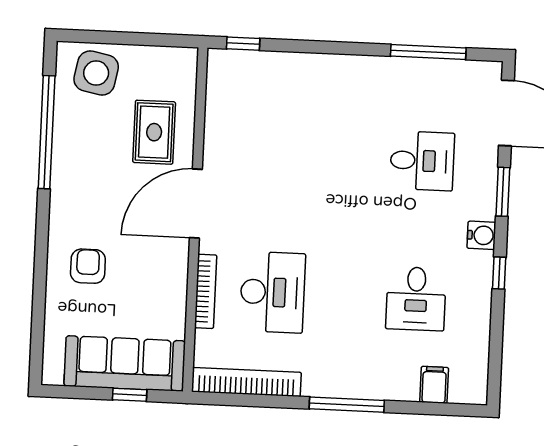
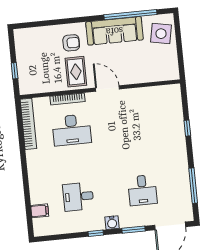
window: (243, 44) -> (187, 128), moved
rug: (154, 132) -> (76, 72), moved, turned 90
door: (196, 203) -> (107, 88), width x0.73
sofa: (125, 363) -> (114, 31), moved, turned 90
window: (347, 405) -> (25, 172), removed

